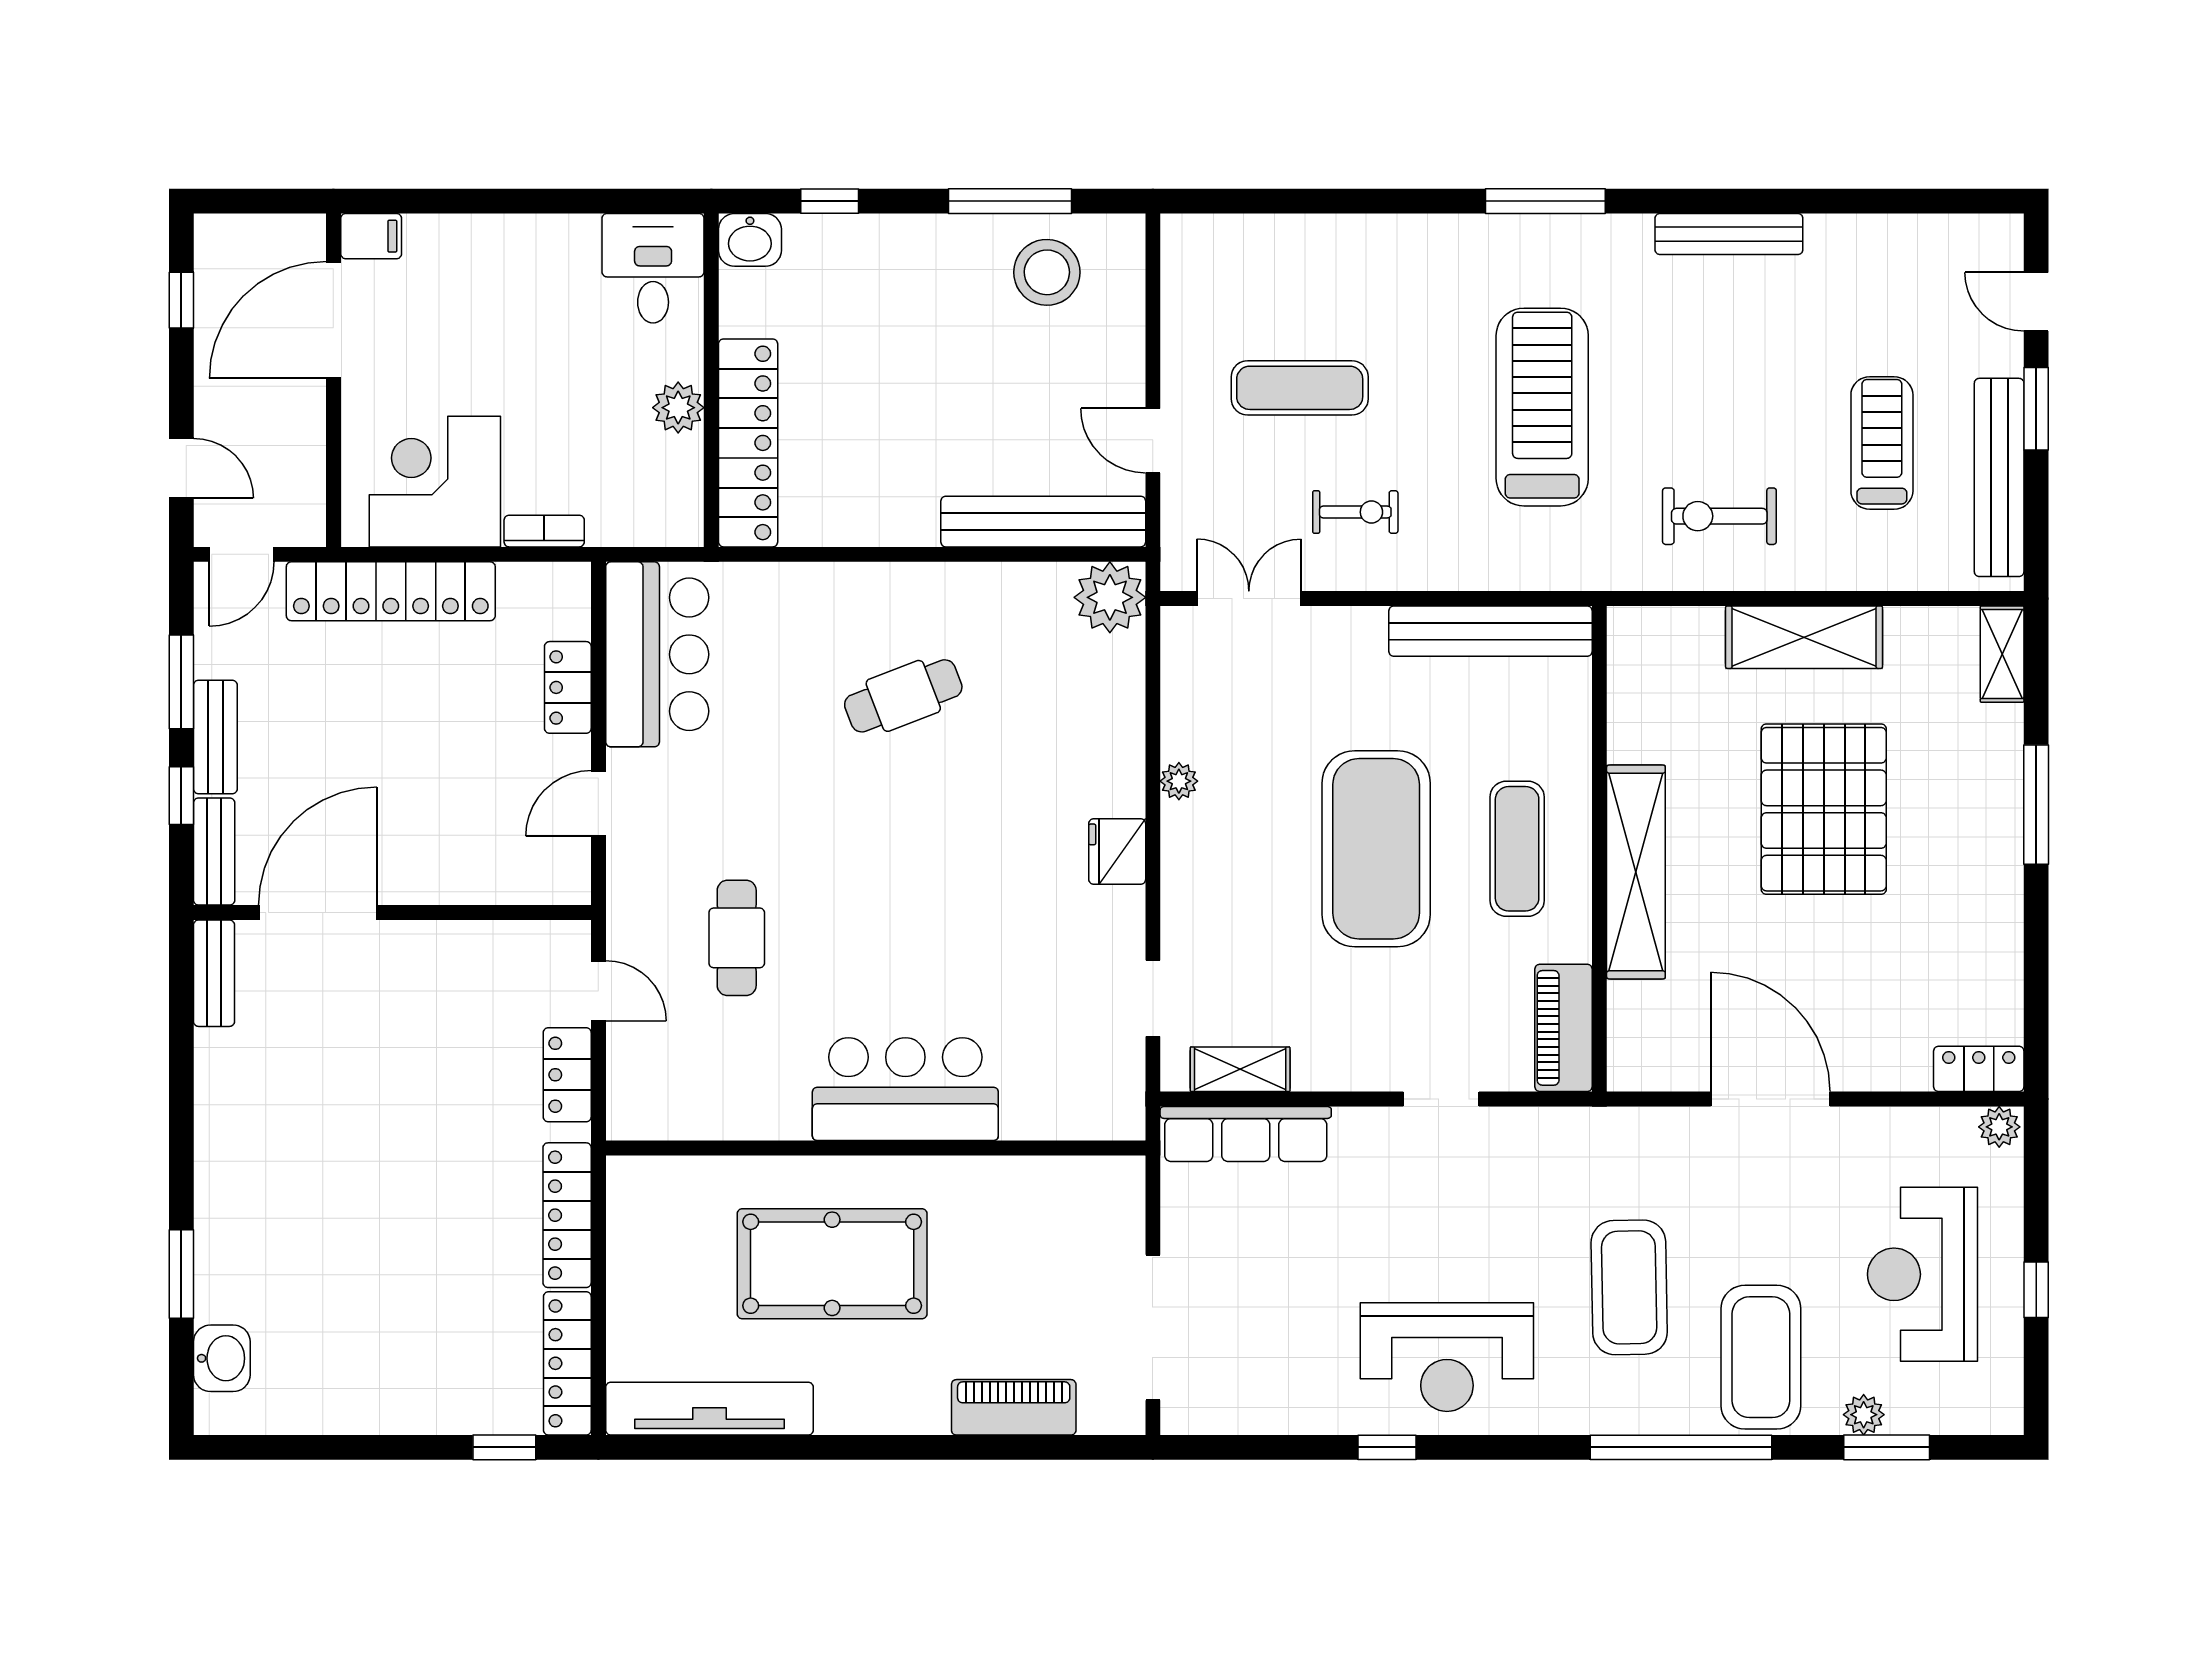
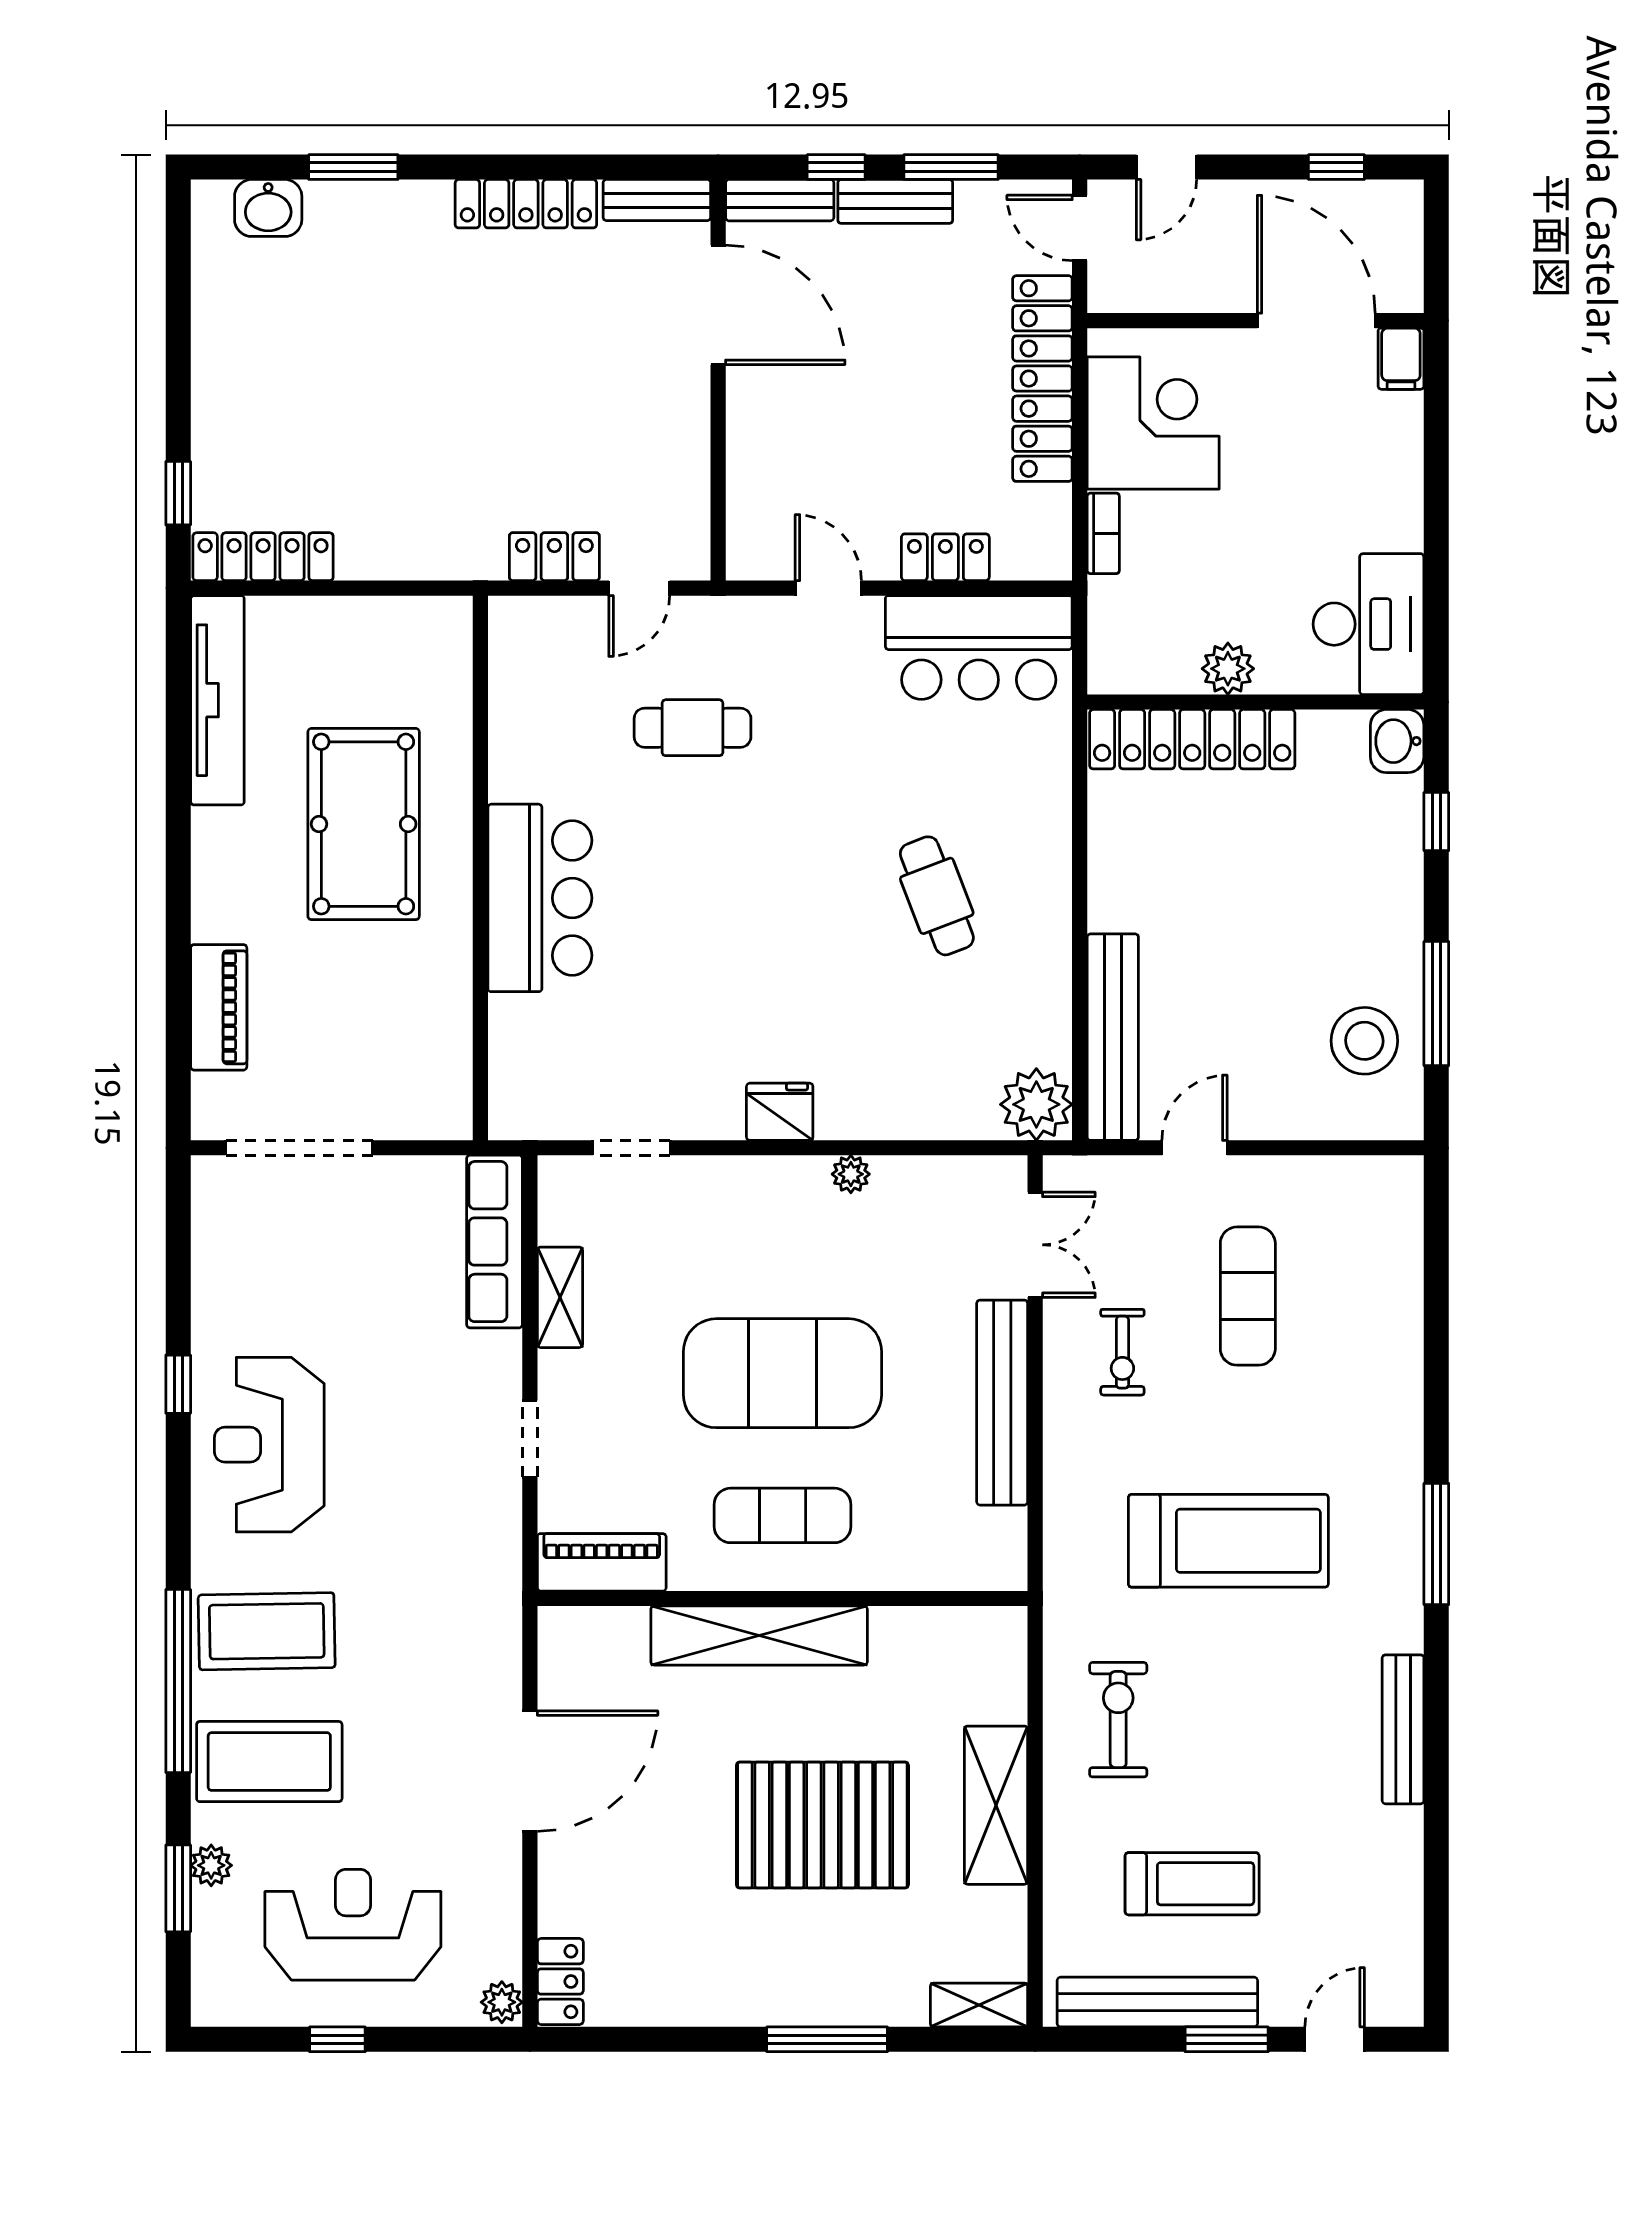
desk: (653, 268) -> (1369, 624), width x1.37
bench: (1490, 631) -> (1002, 1403), moved
shelving: (1240, 1069) -> (560, 1297), moved
locker: (567, 1215) -> (526, 204), moved, turned 180
coffee table: (1629, 1287) -> (267, 1631), moved

